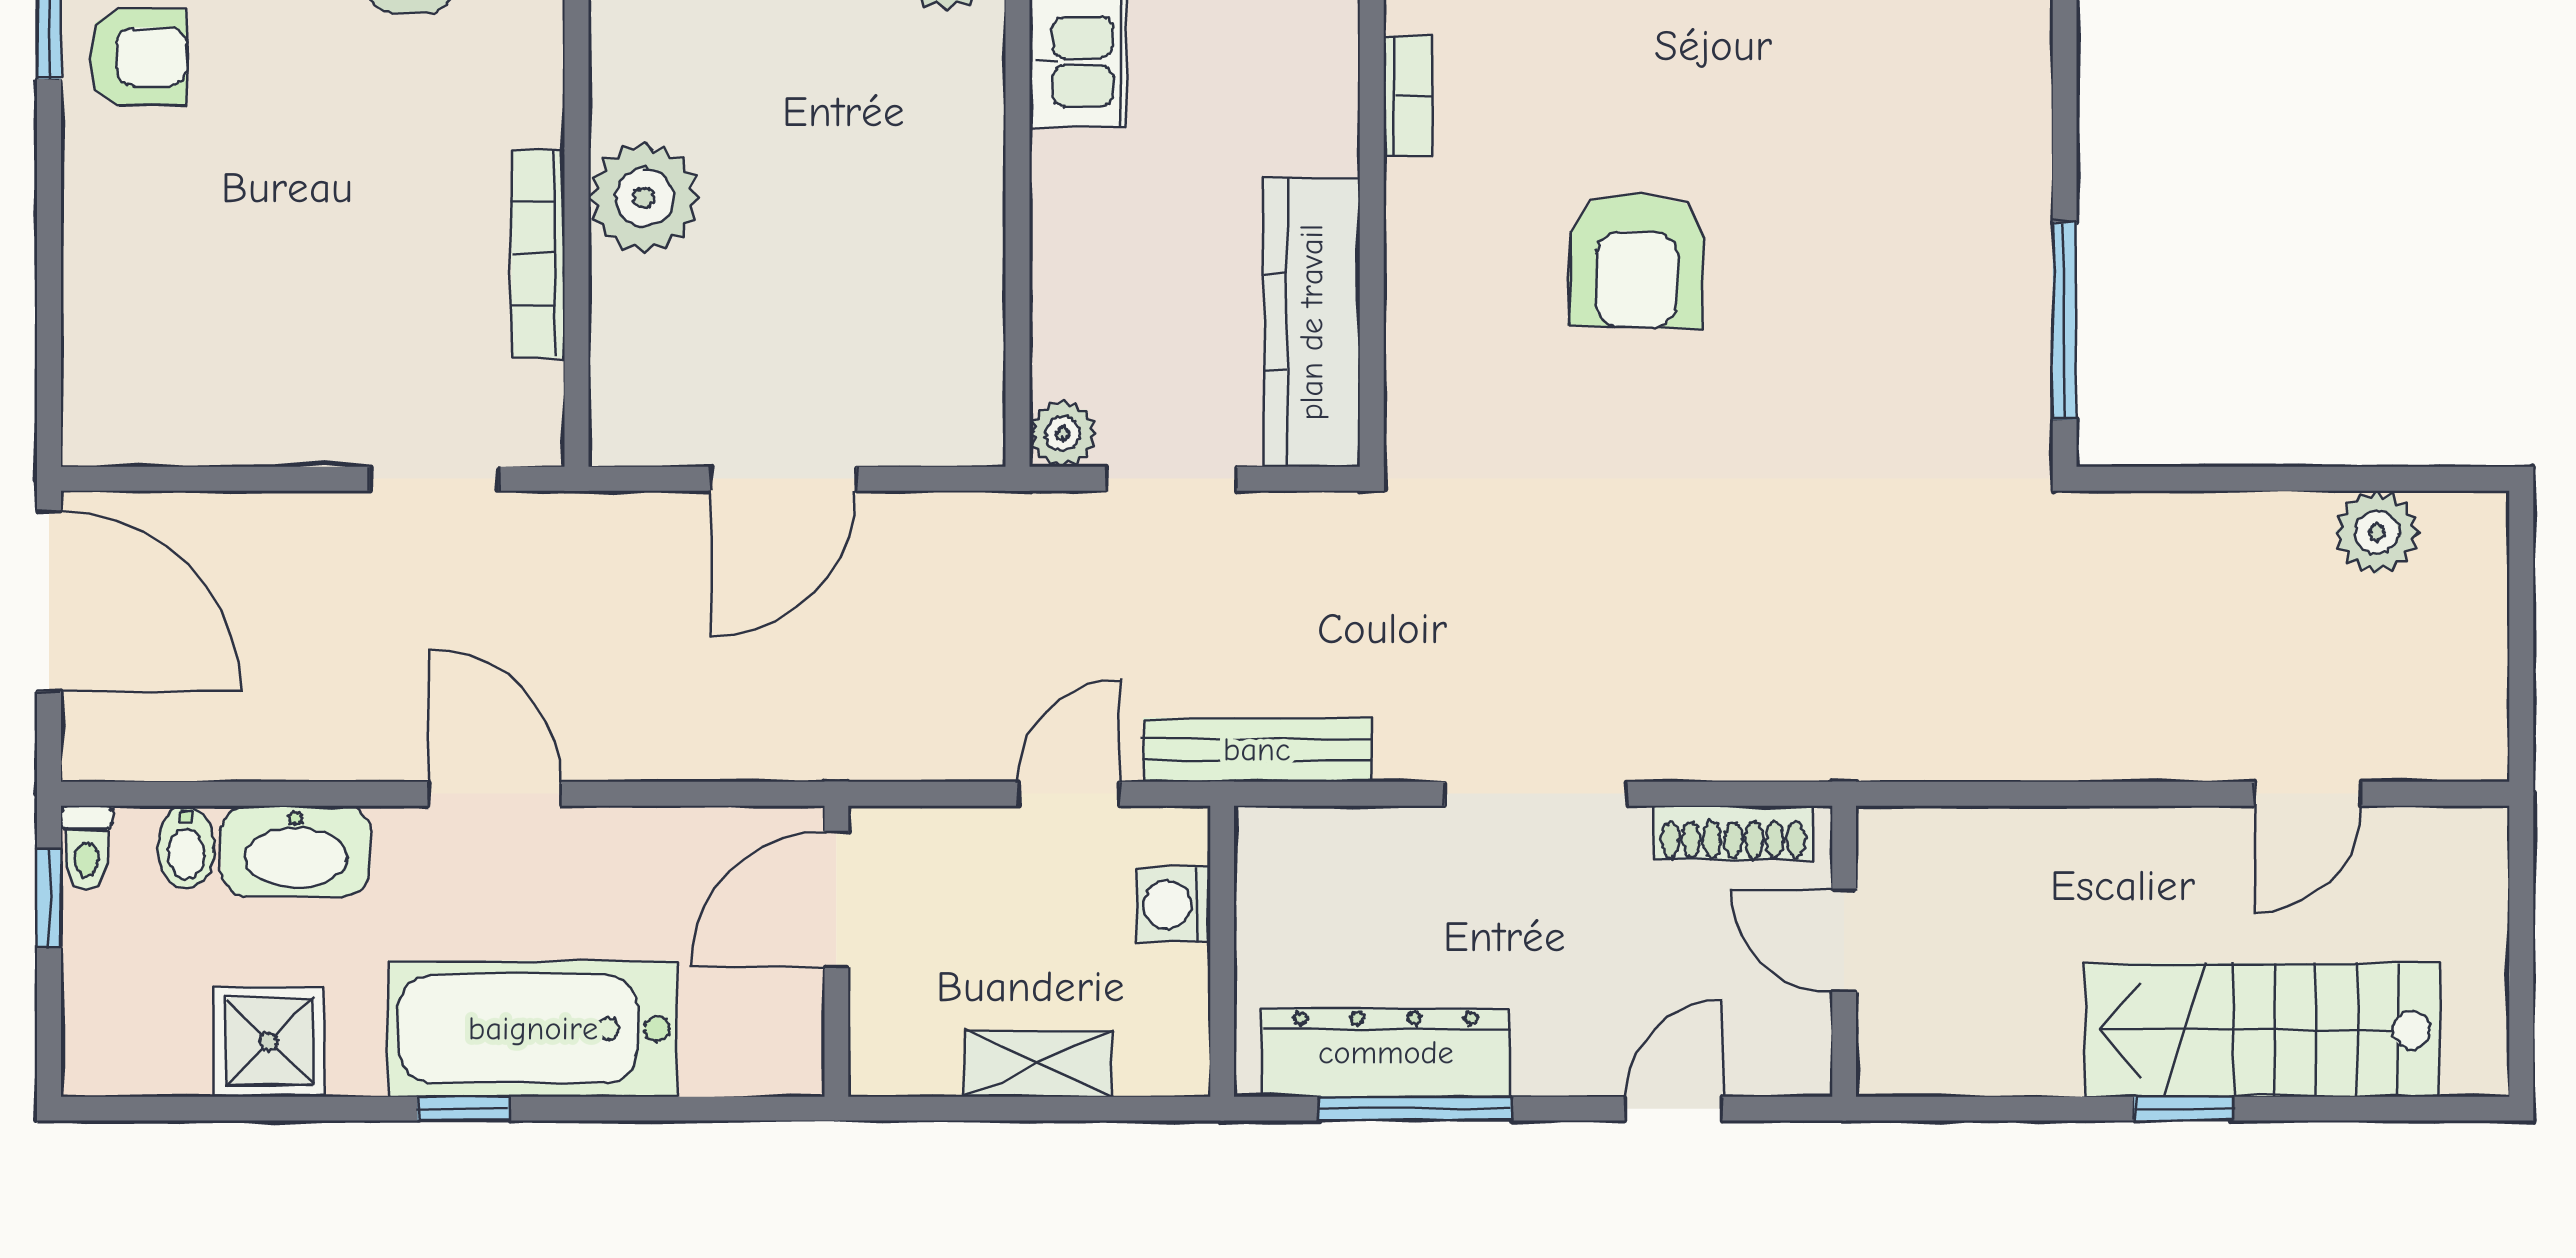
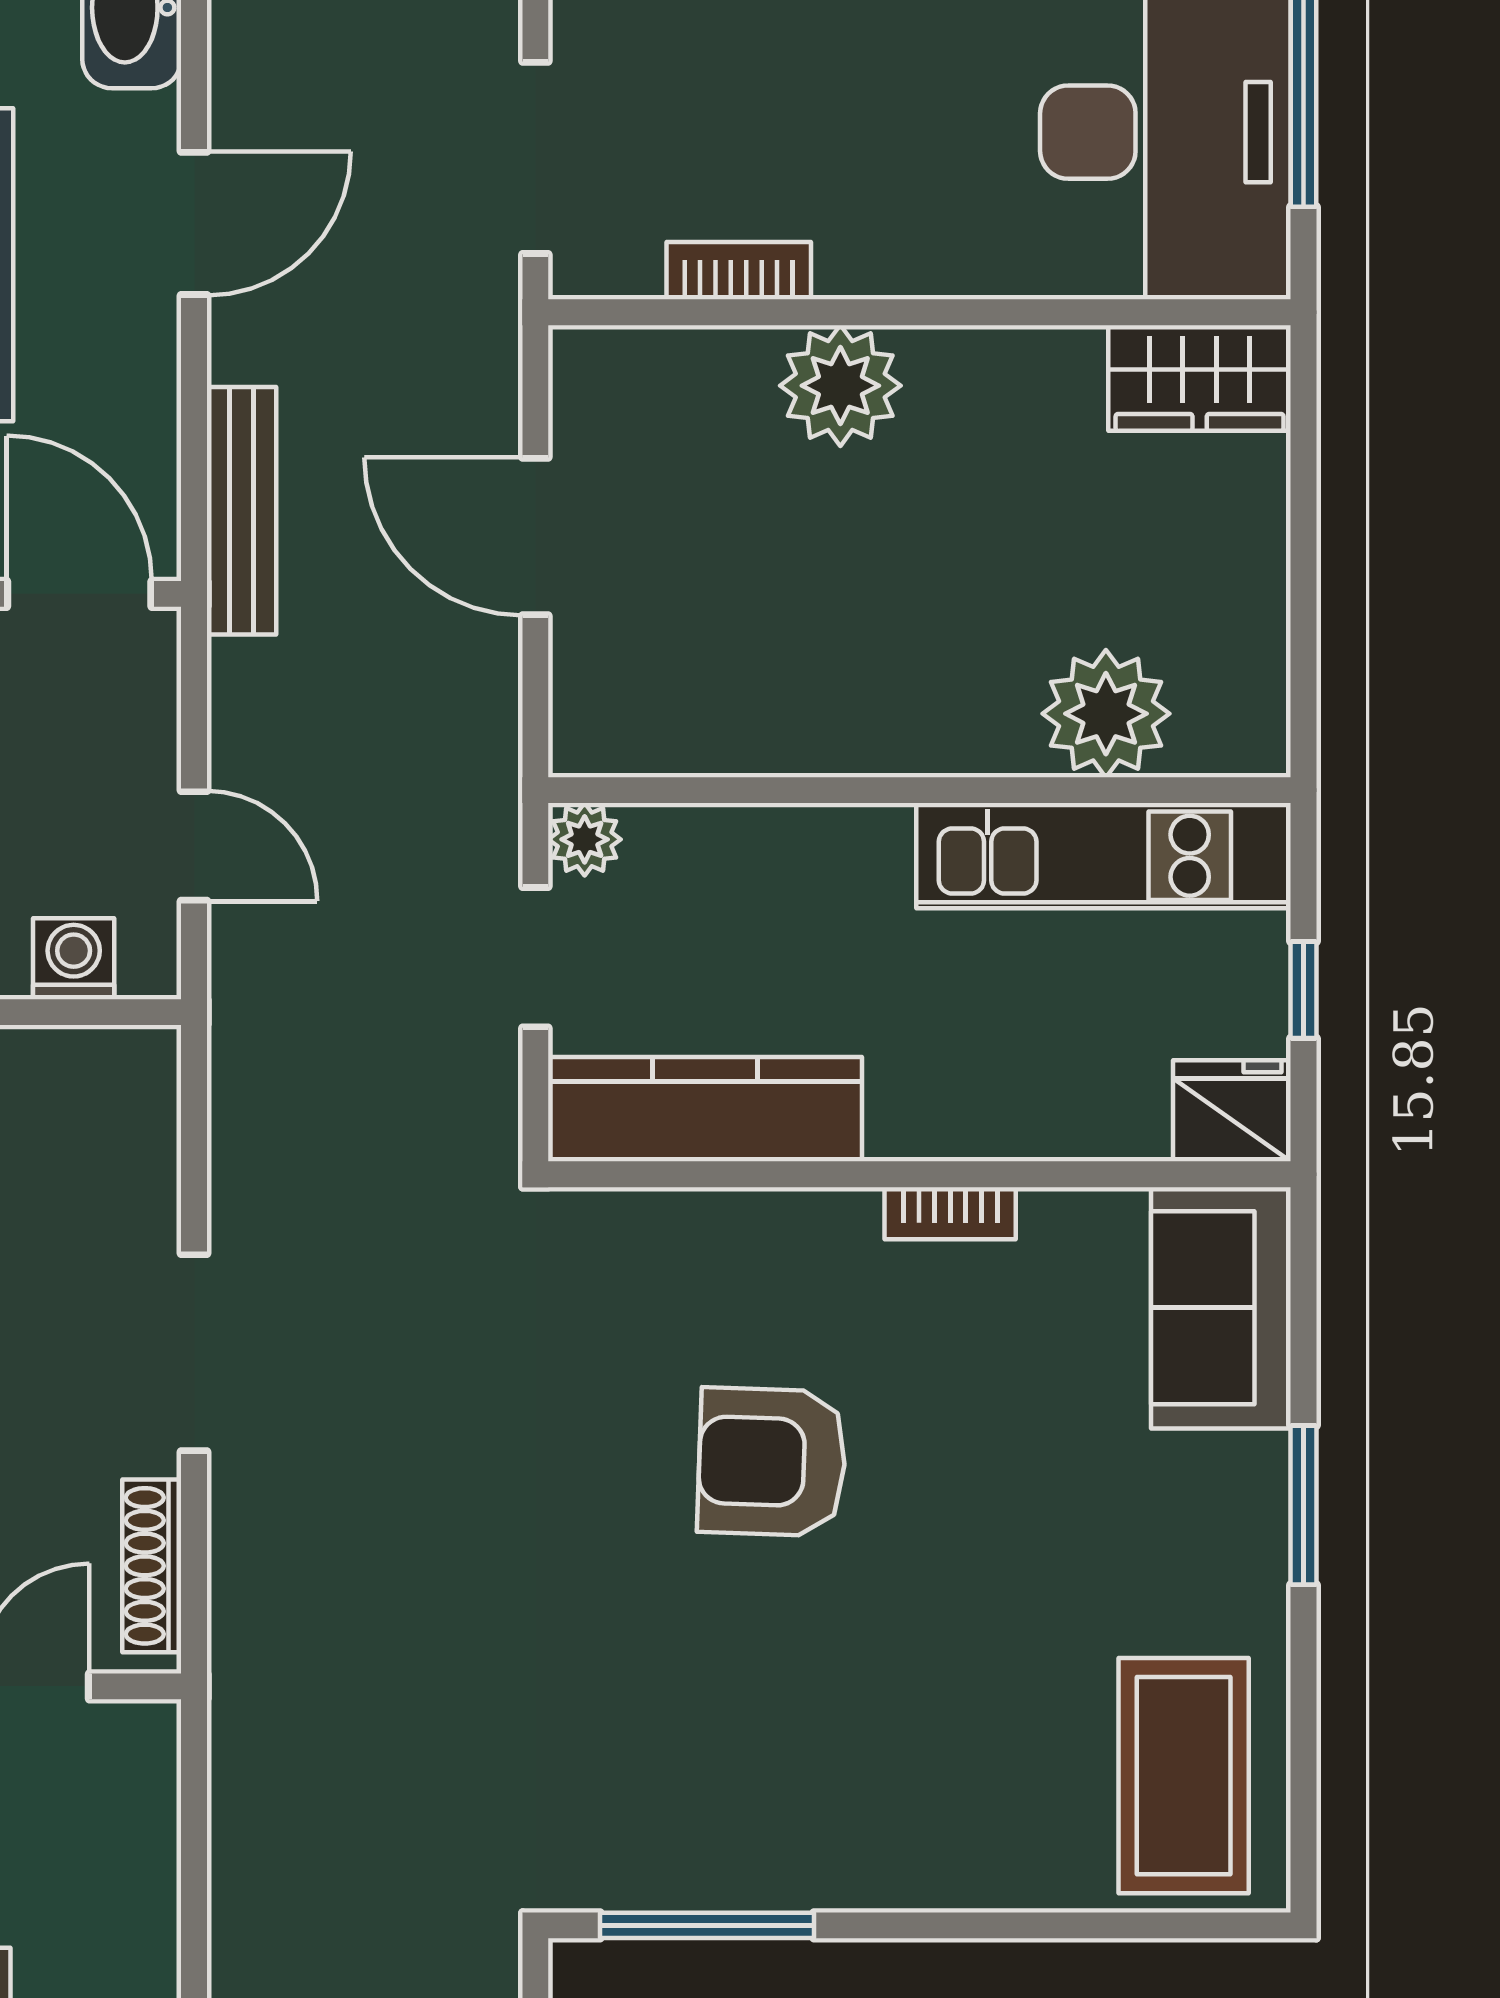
bookcase: (538, 254) -> (739, 271), width x0.64
doorway: (434, 479) -> (535, 158), width x1.38
bench: (1257, 750) -> (242, 511), moved

